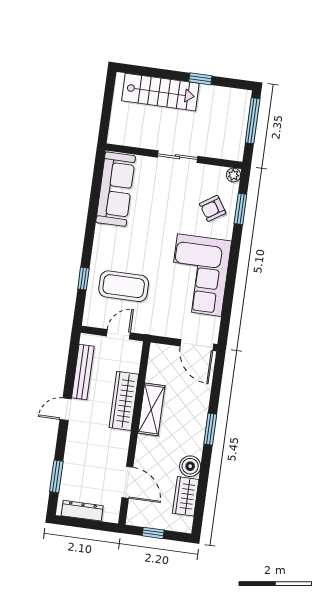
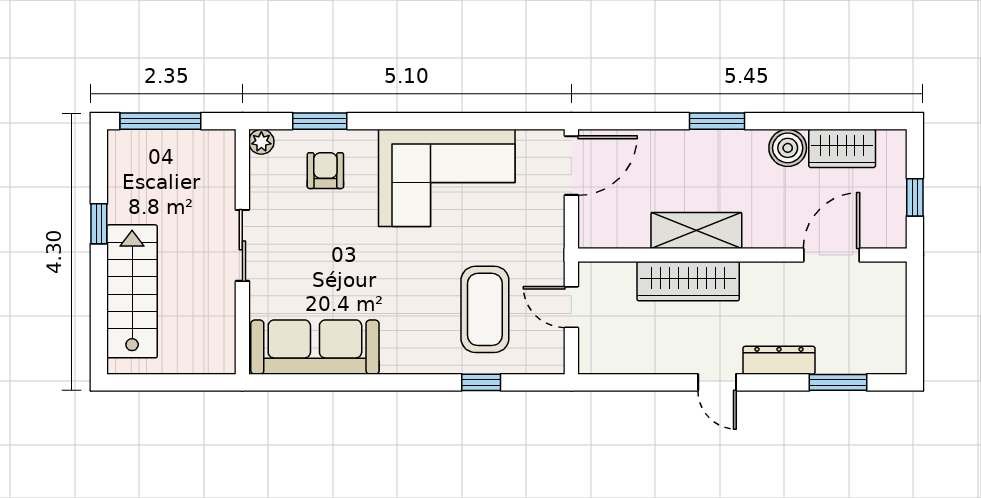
armchair: (213, 208) -> (325, 171), turned -147
bench: (83, 372) -> (647, 361), removed
dresser: (82, 511) -> (779, 360), moved, turned 90

